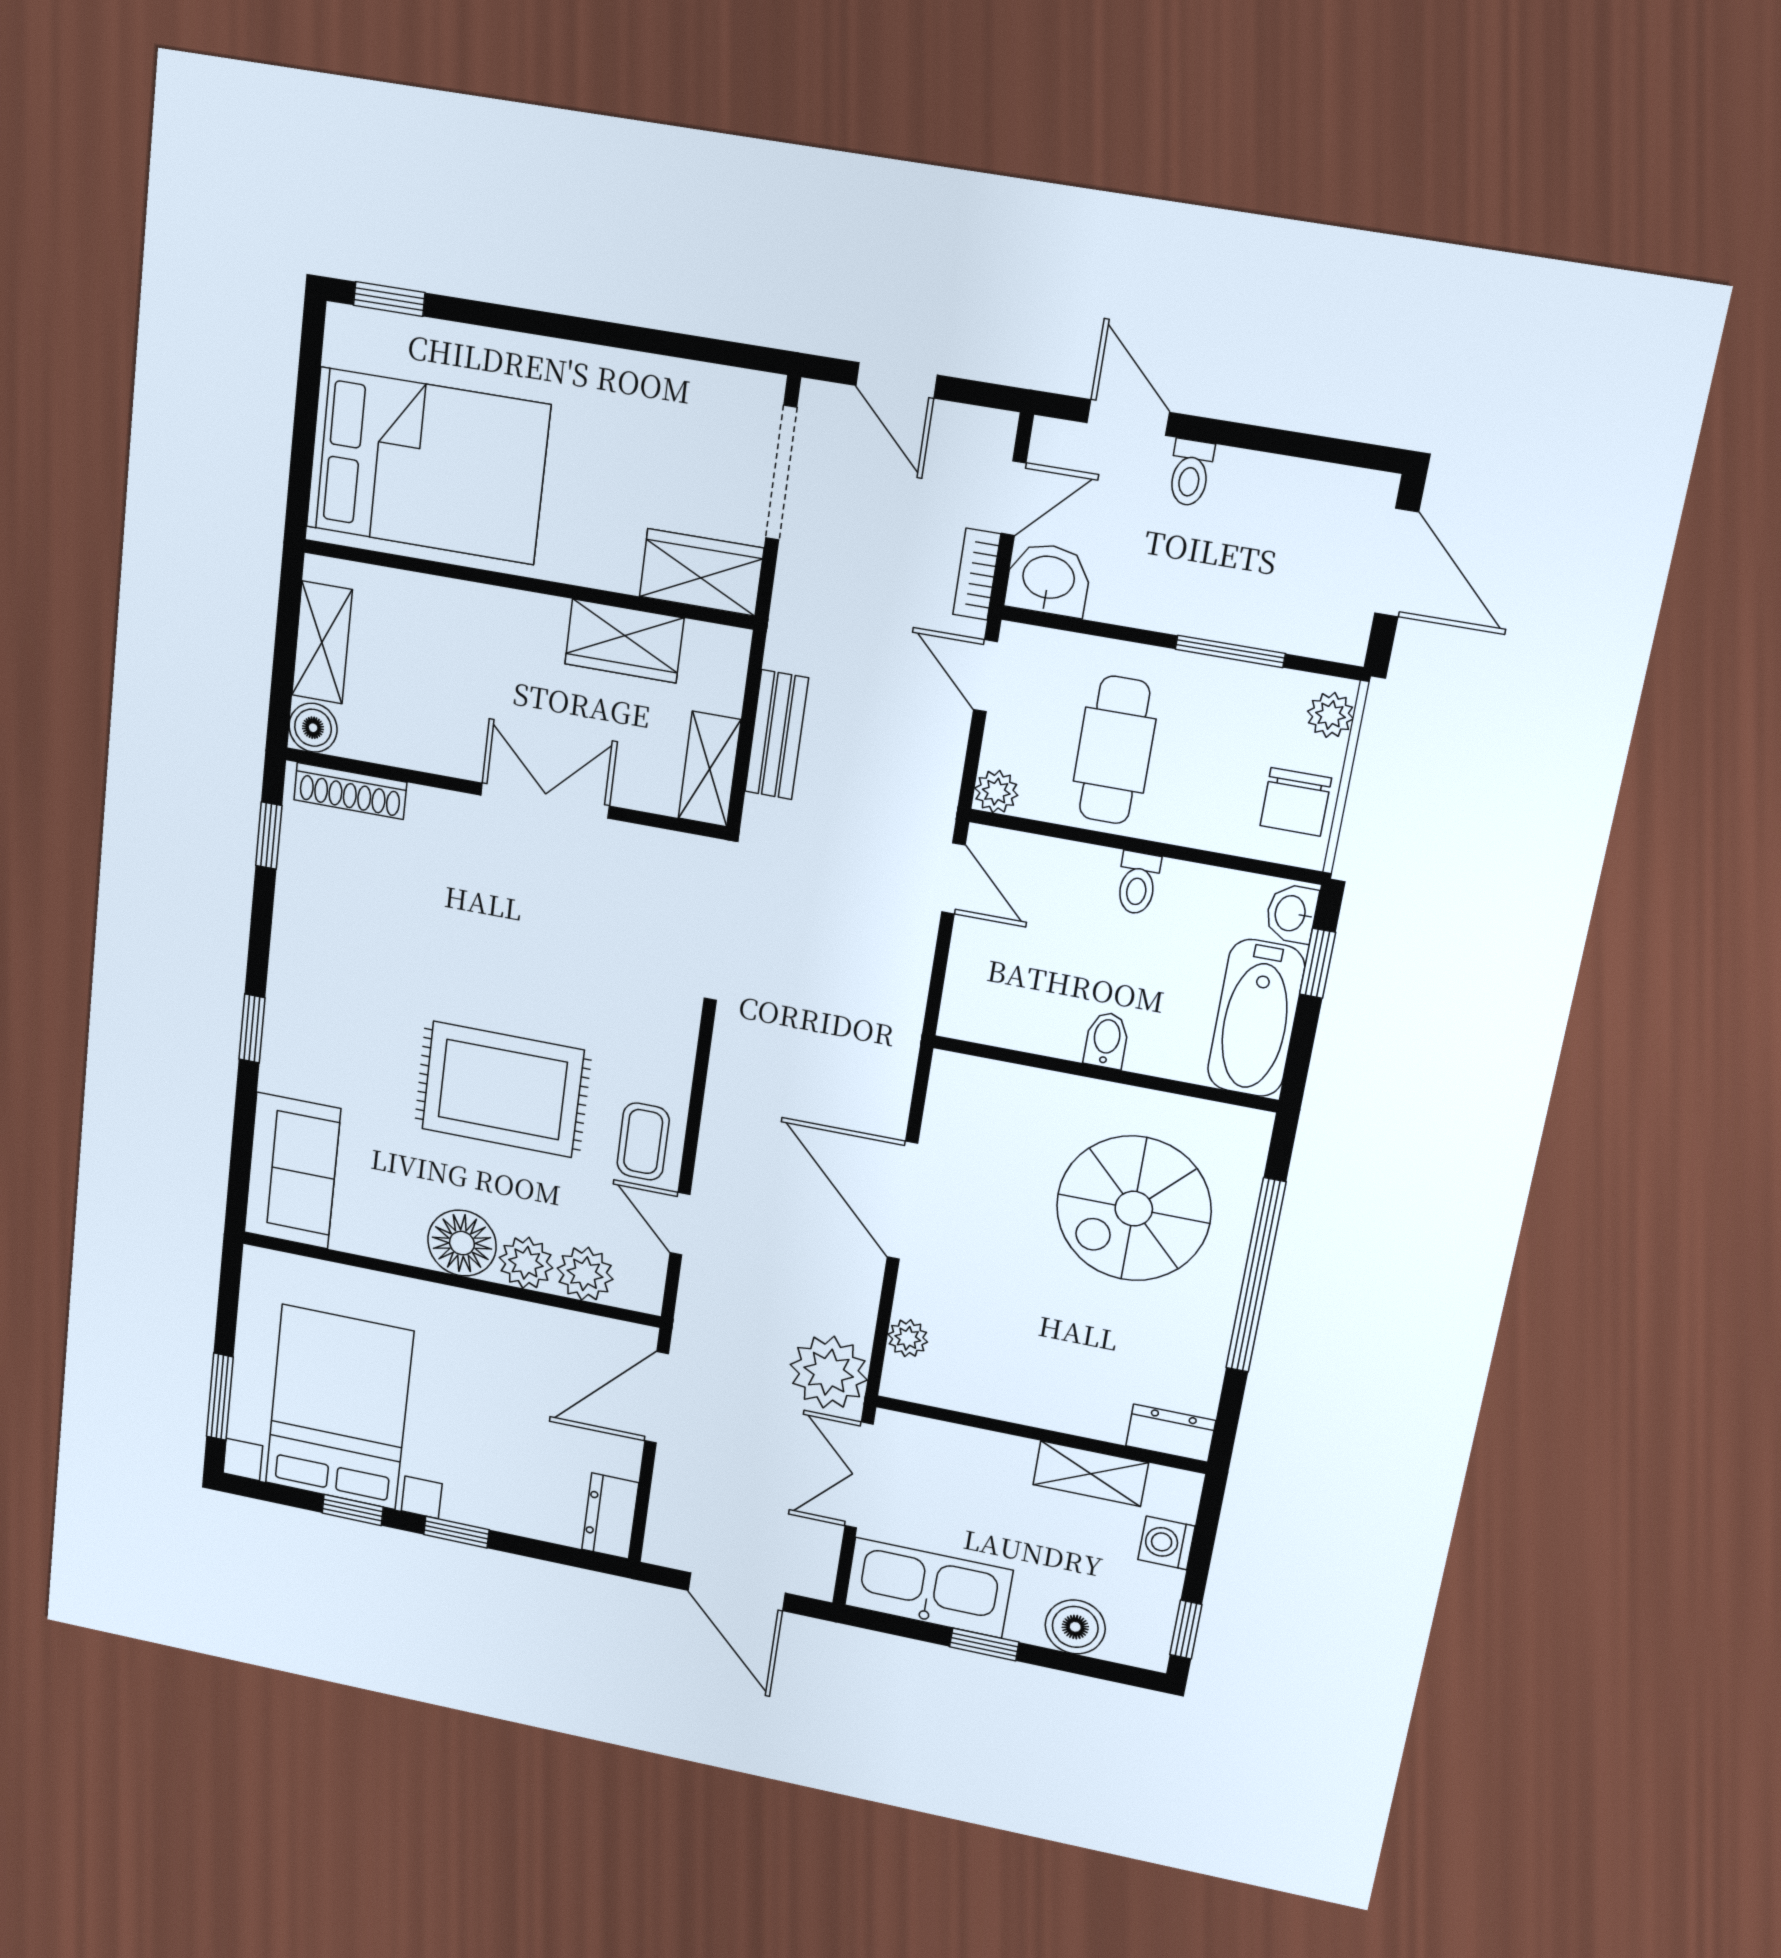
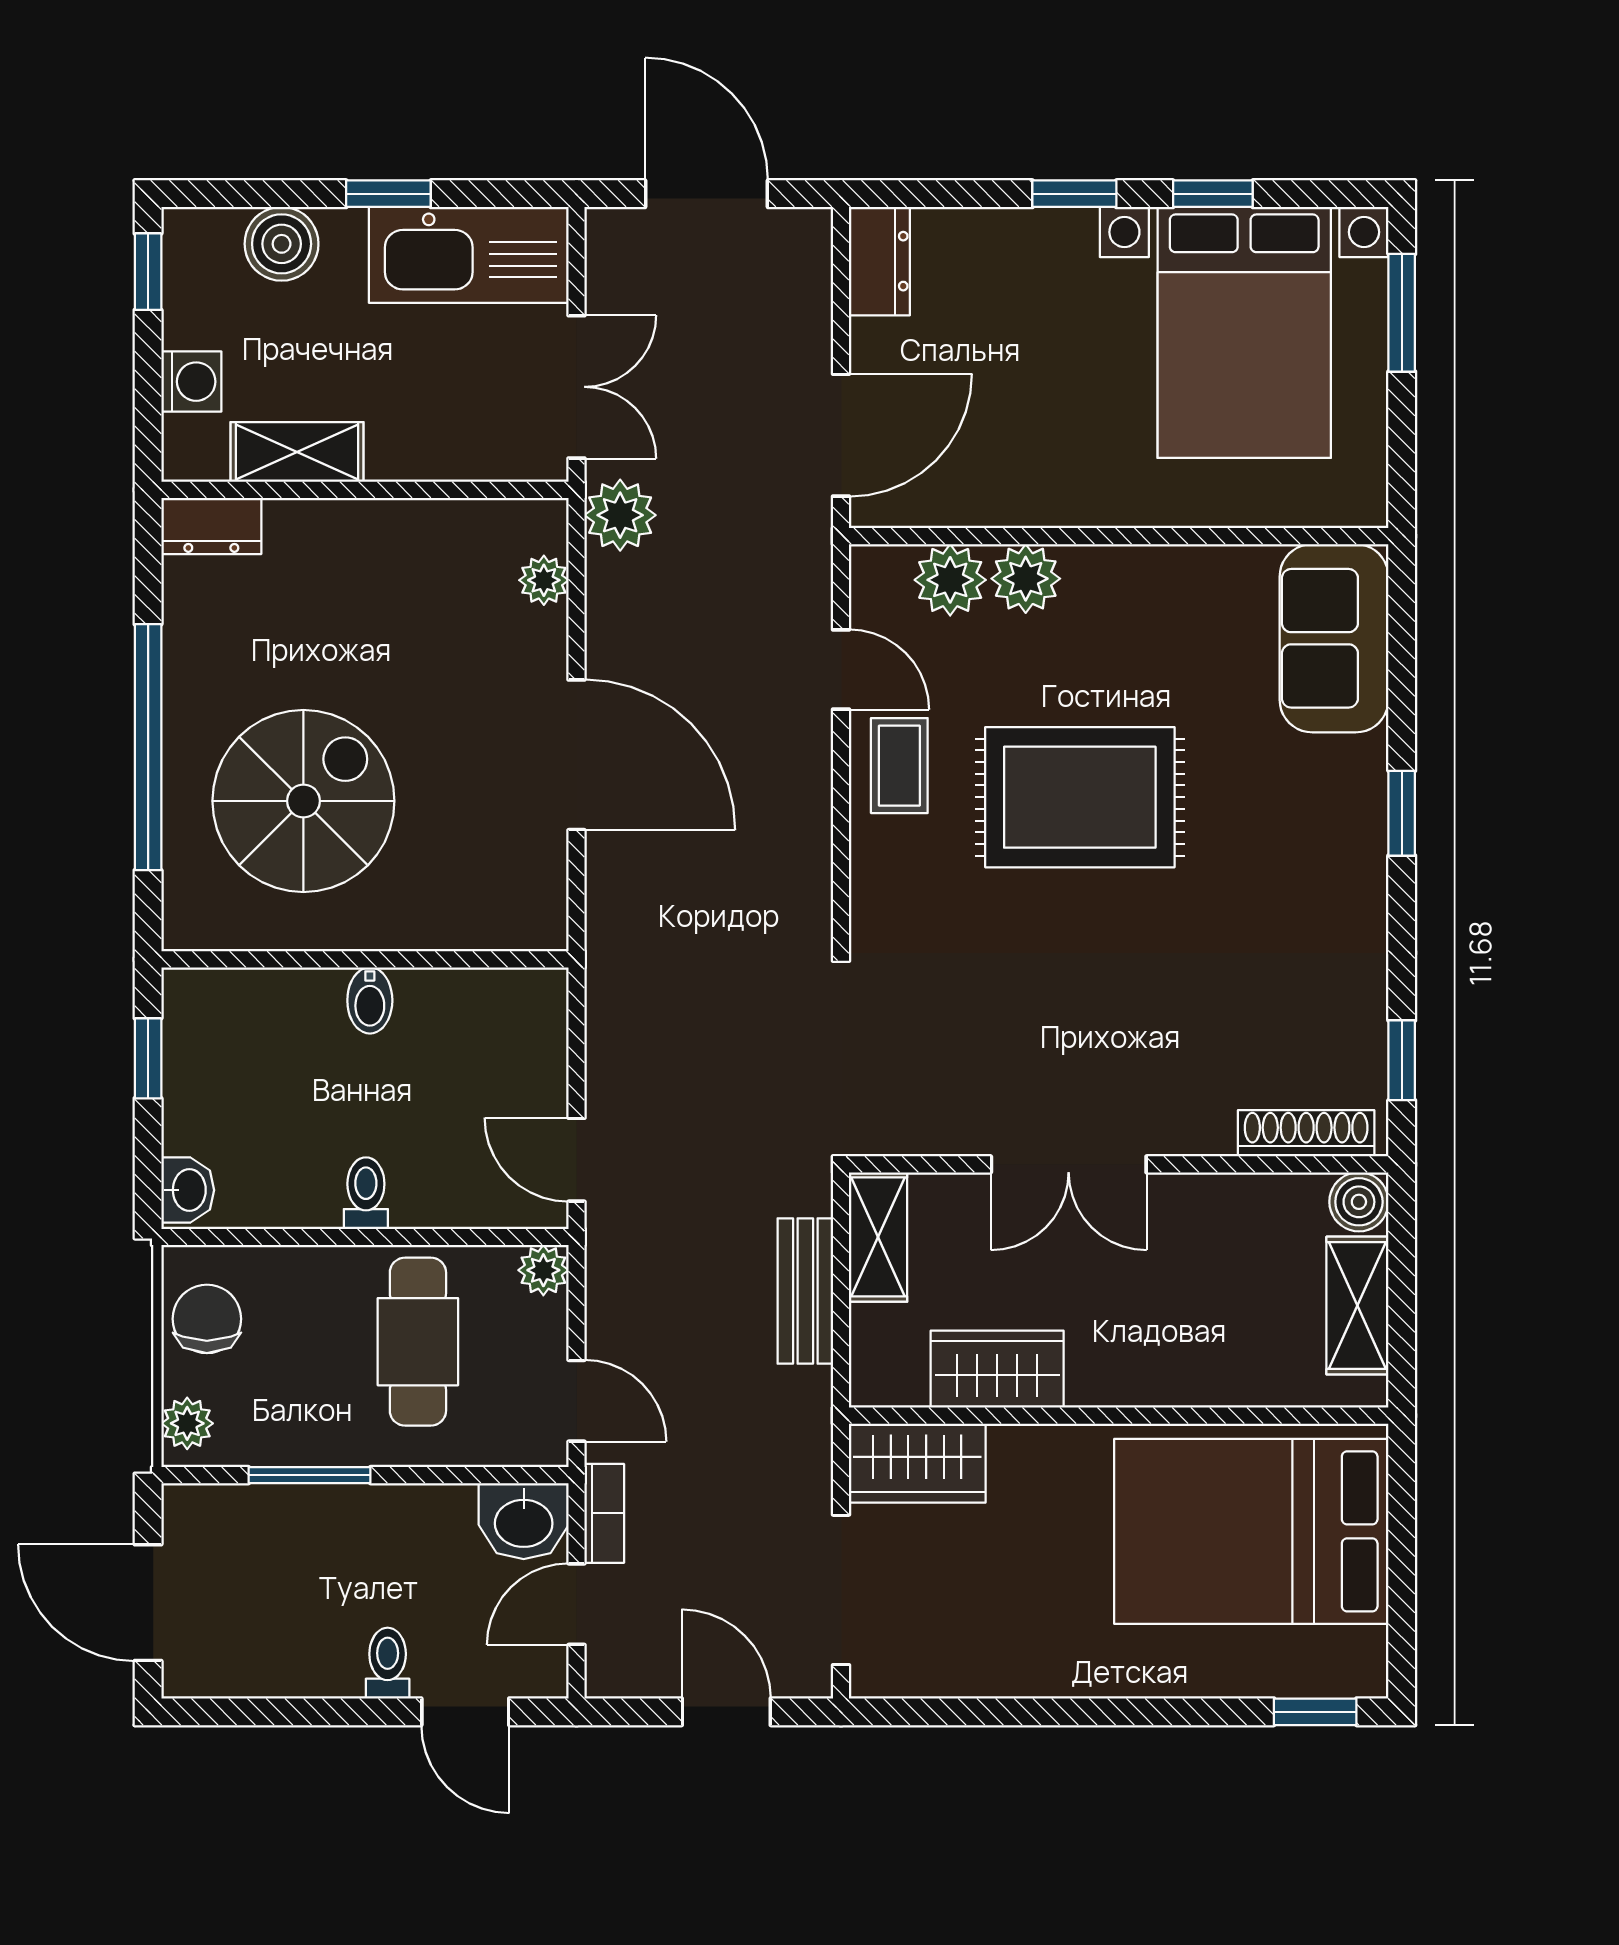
window: (1318, 963) -> (148, 1058), moved
bathtub: (1256, 1018) -> (205, 1060), removed
floor lamp: (462, 1243) -> (1109, 588), removed
plant: (829, 1372) -> (620, 515), width x0.73, depth x0.73

